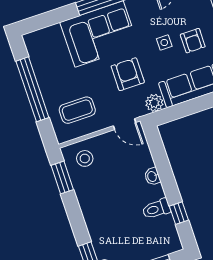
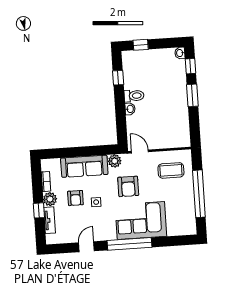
armchair: (193, 41) -> (75, 198), turned 180
stool: (85, 158) -> (175, 135), removed
window: (62, 177) -> (192, 95), moved
toilet: (156, 209) -> (134, 96), moved

